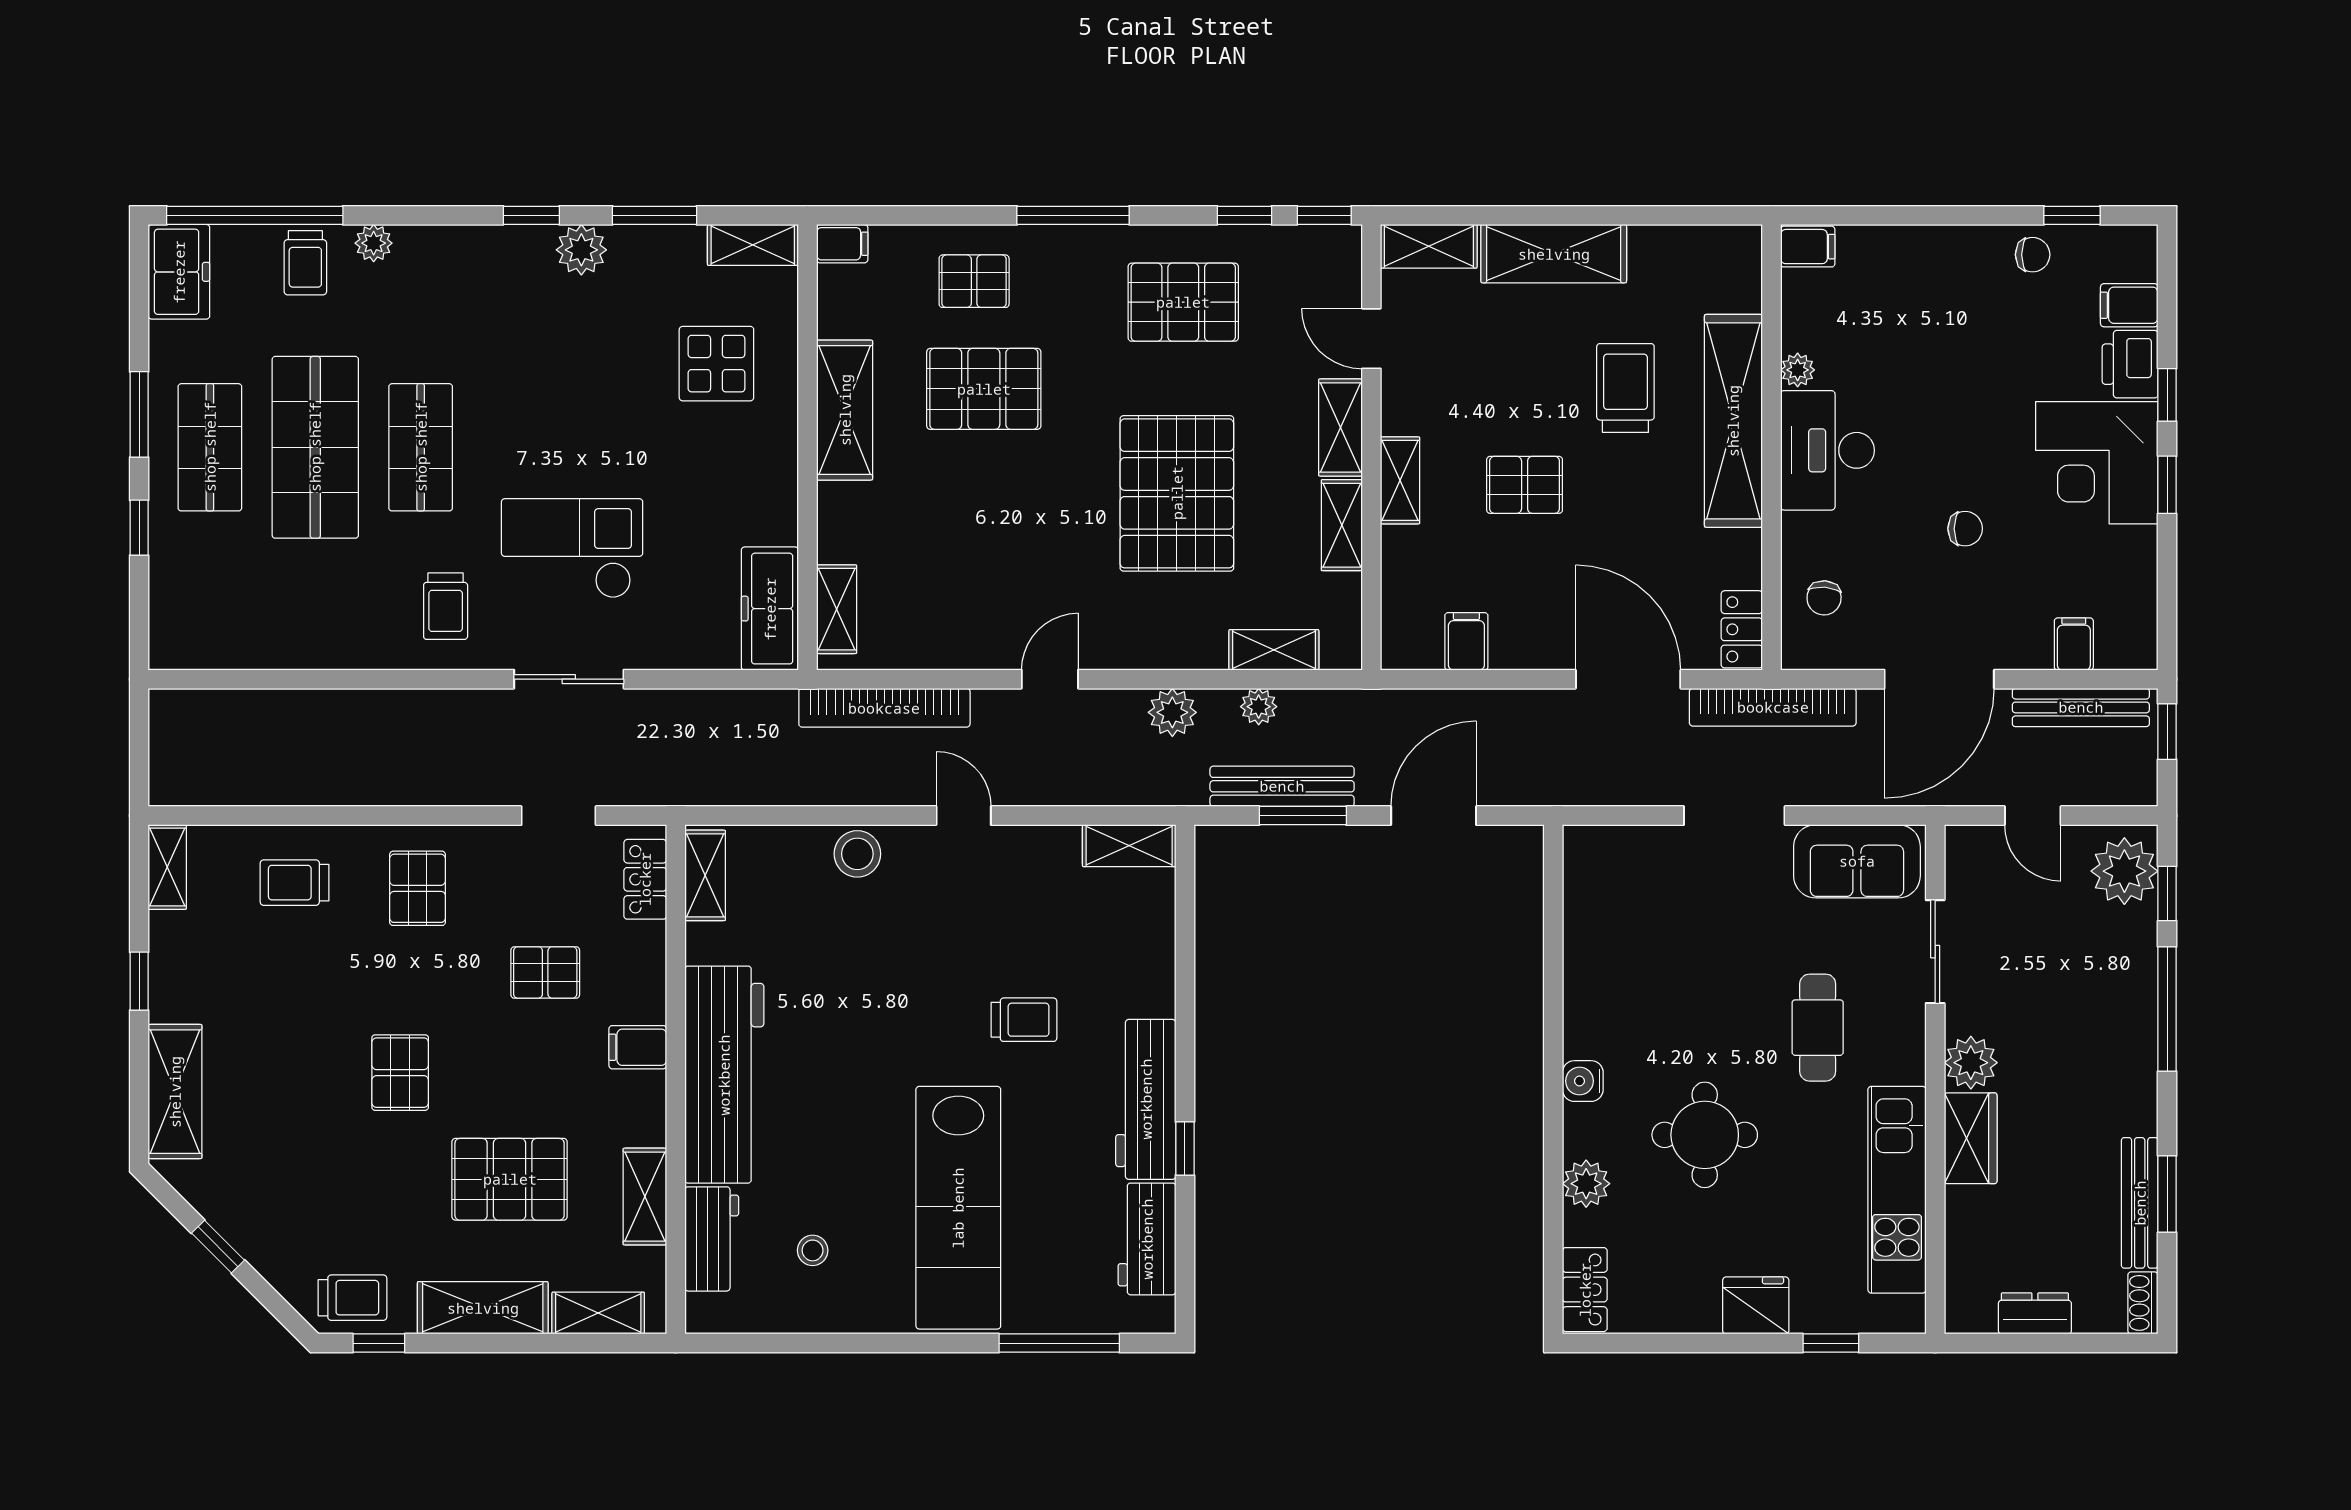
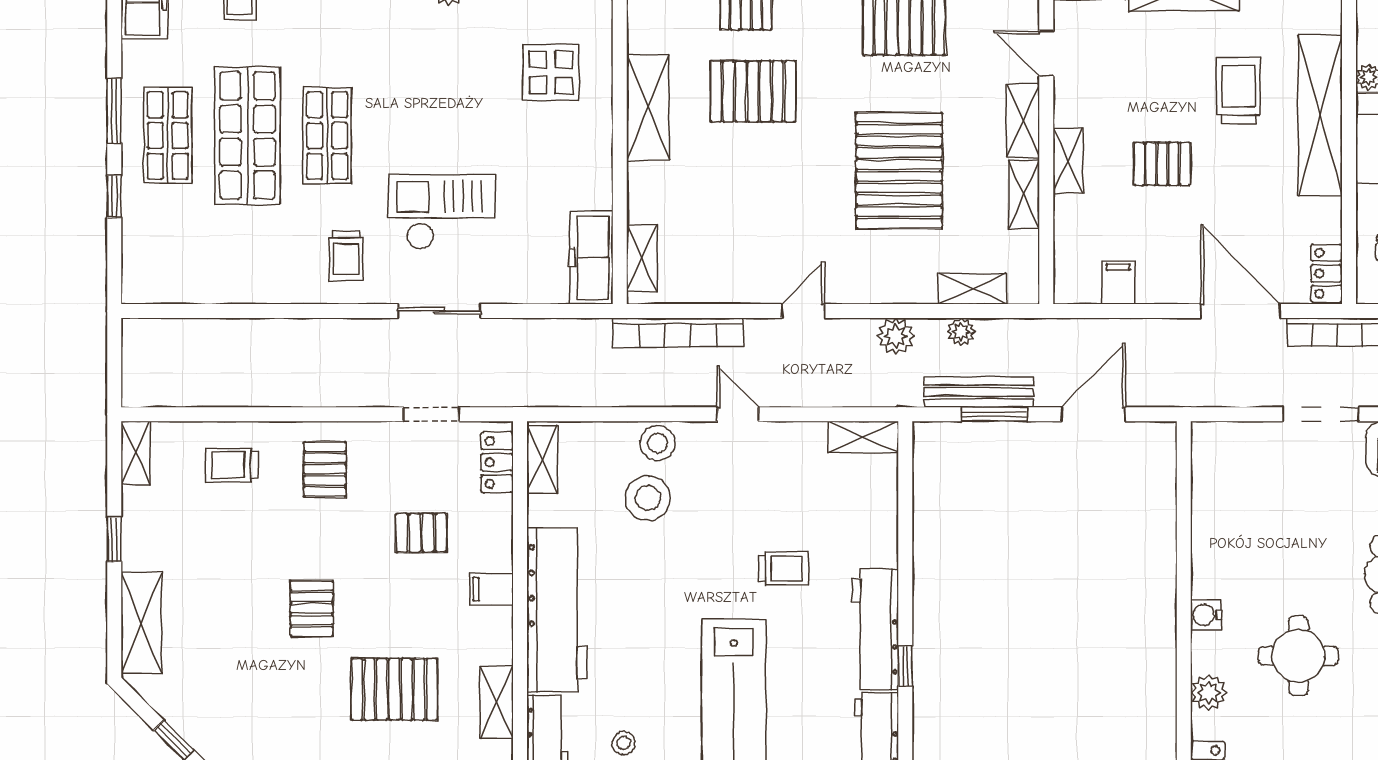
stool: (845, 926) -> (648, 498), added

